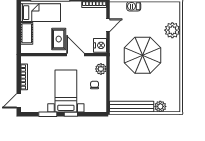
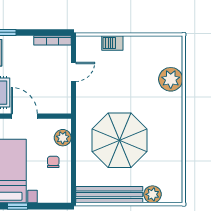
nightstand: (100, 45) -> (61, 102), removed
parasol: (143, 55) -> (119, 140), moved

